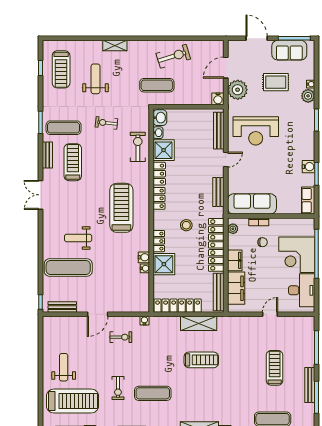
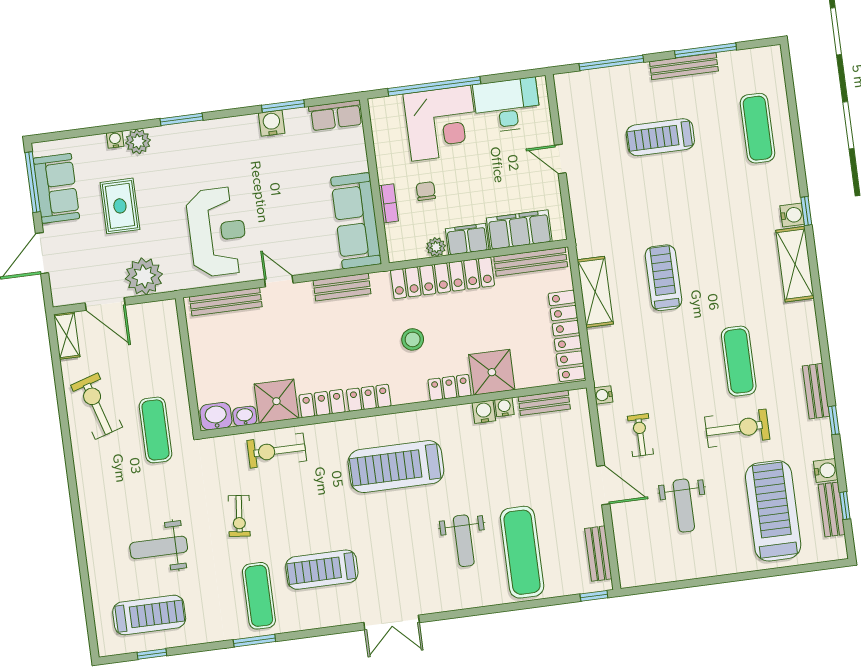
shelving: (115, 46) -> (67, 336), moved
water cooler: (218, 99) -> (166, 311), removed
bench: (47, 155) -> (544, 403), moved
plant: (233, 229) -> (436, 247), moved
weight bench: (64, 367) -> (684, 506), moved, turned -90
exercise bike: (118, 388) -> (737, 428), width x1.38, depth x1.39

